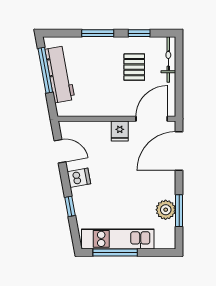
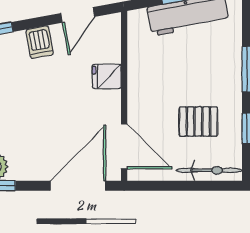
fridge: (120, 131) -> (107, 76), moved
door: (179, 151) -> (78, 186), hinge flipped

